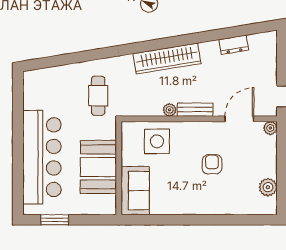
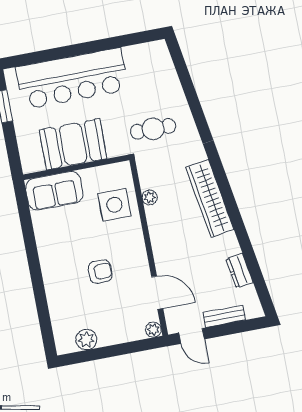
plant: (170, 110) -> (150, 197), moved
bench: (195, 110) -> (224, 316), moved, turned 90

